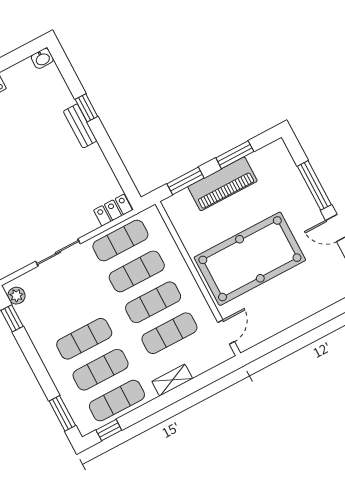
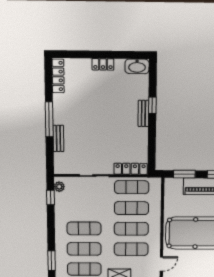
washbasin: (42, 58) -> (137, 66), width x1.91, depth x1.45
locker: (113, 210) -> (131, 169), width x1.53

